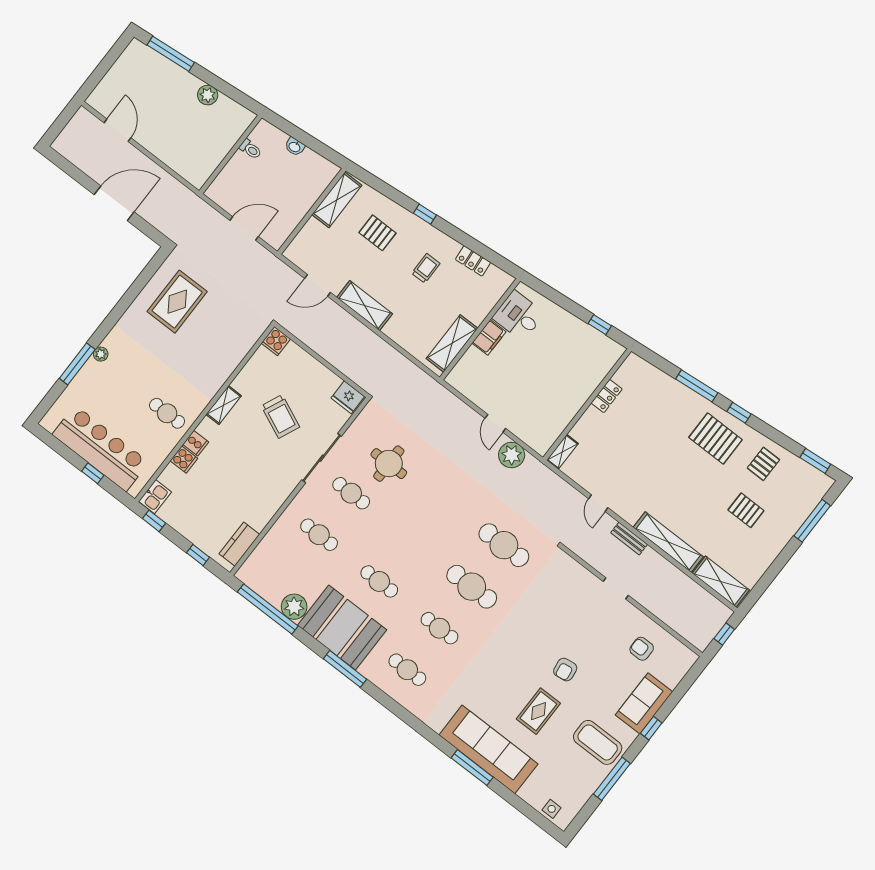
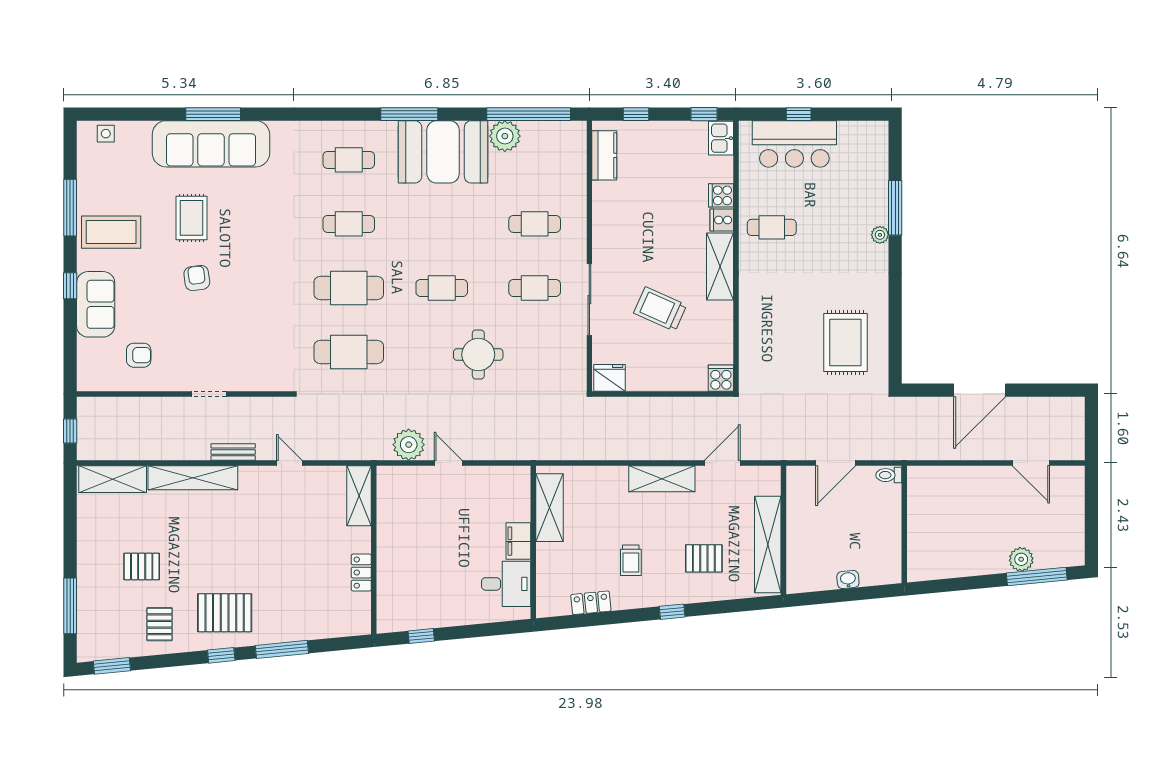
plant: (208, 95) -> (1021, 559), moved
toilet: (250, 149) -> (889, 475), moved
shelving: (337, 200) -> (768, 544), width x1.47
shelving: (224, 405) -> (720, 266), width x1.50, depth x1.33
bar counter: (100, 448) -> (794, 144), width x0.73
shelving: (562, 452) -> (359, 496), width x1.50, depth x1.33
round table: (389, 464) -> (478, 355), moved
cafe table: (379, 581) -> (442, 288), moved

